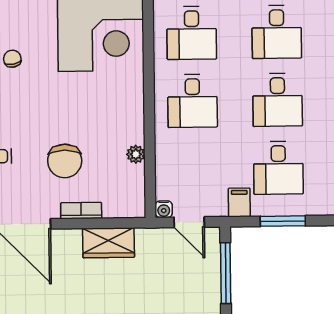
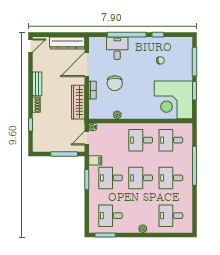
chair: (65, 161) -> (115, 83), turned -90
wardrobe: (109, 243) -> (78, 102), width x1.50

